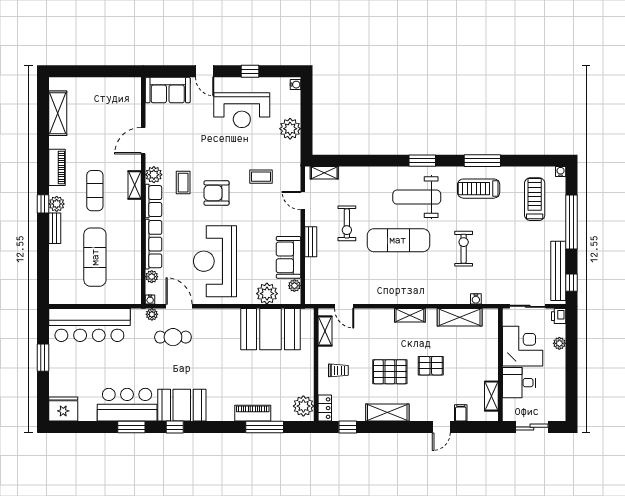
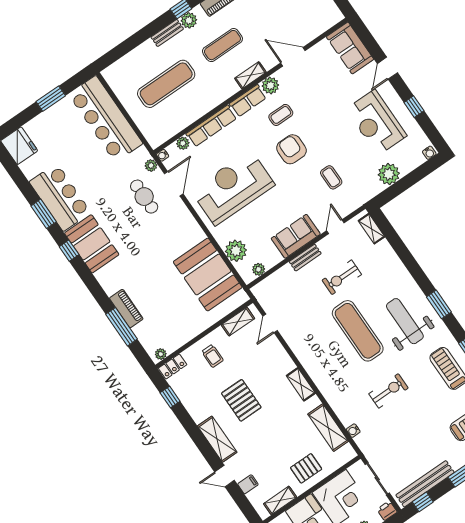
sofa: (288, 257) -> (296, 236), moved
pallet: (431, 366) -> (306, 468), moved, turned 90
plant: (303, 406) -> (161, 354), width x0.53, depth x0.53
shelving: (387, 413) -> (217, 439), moved

